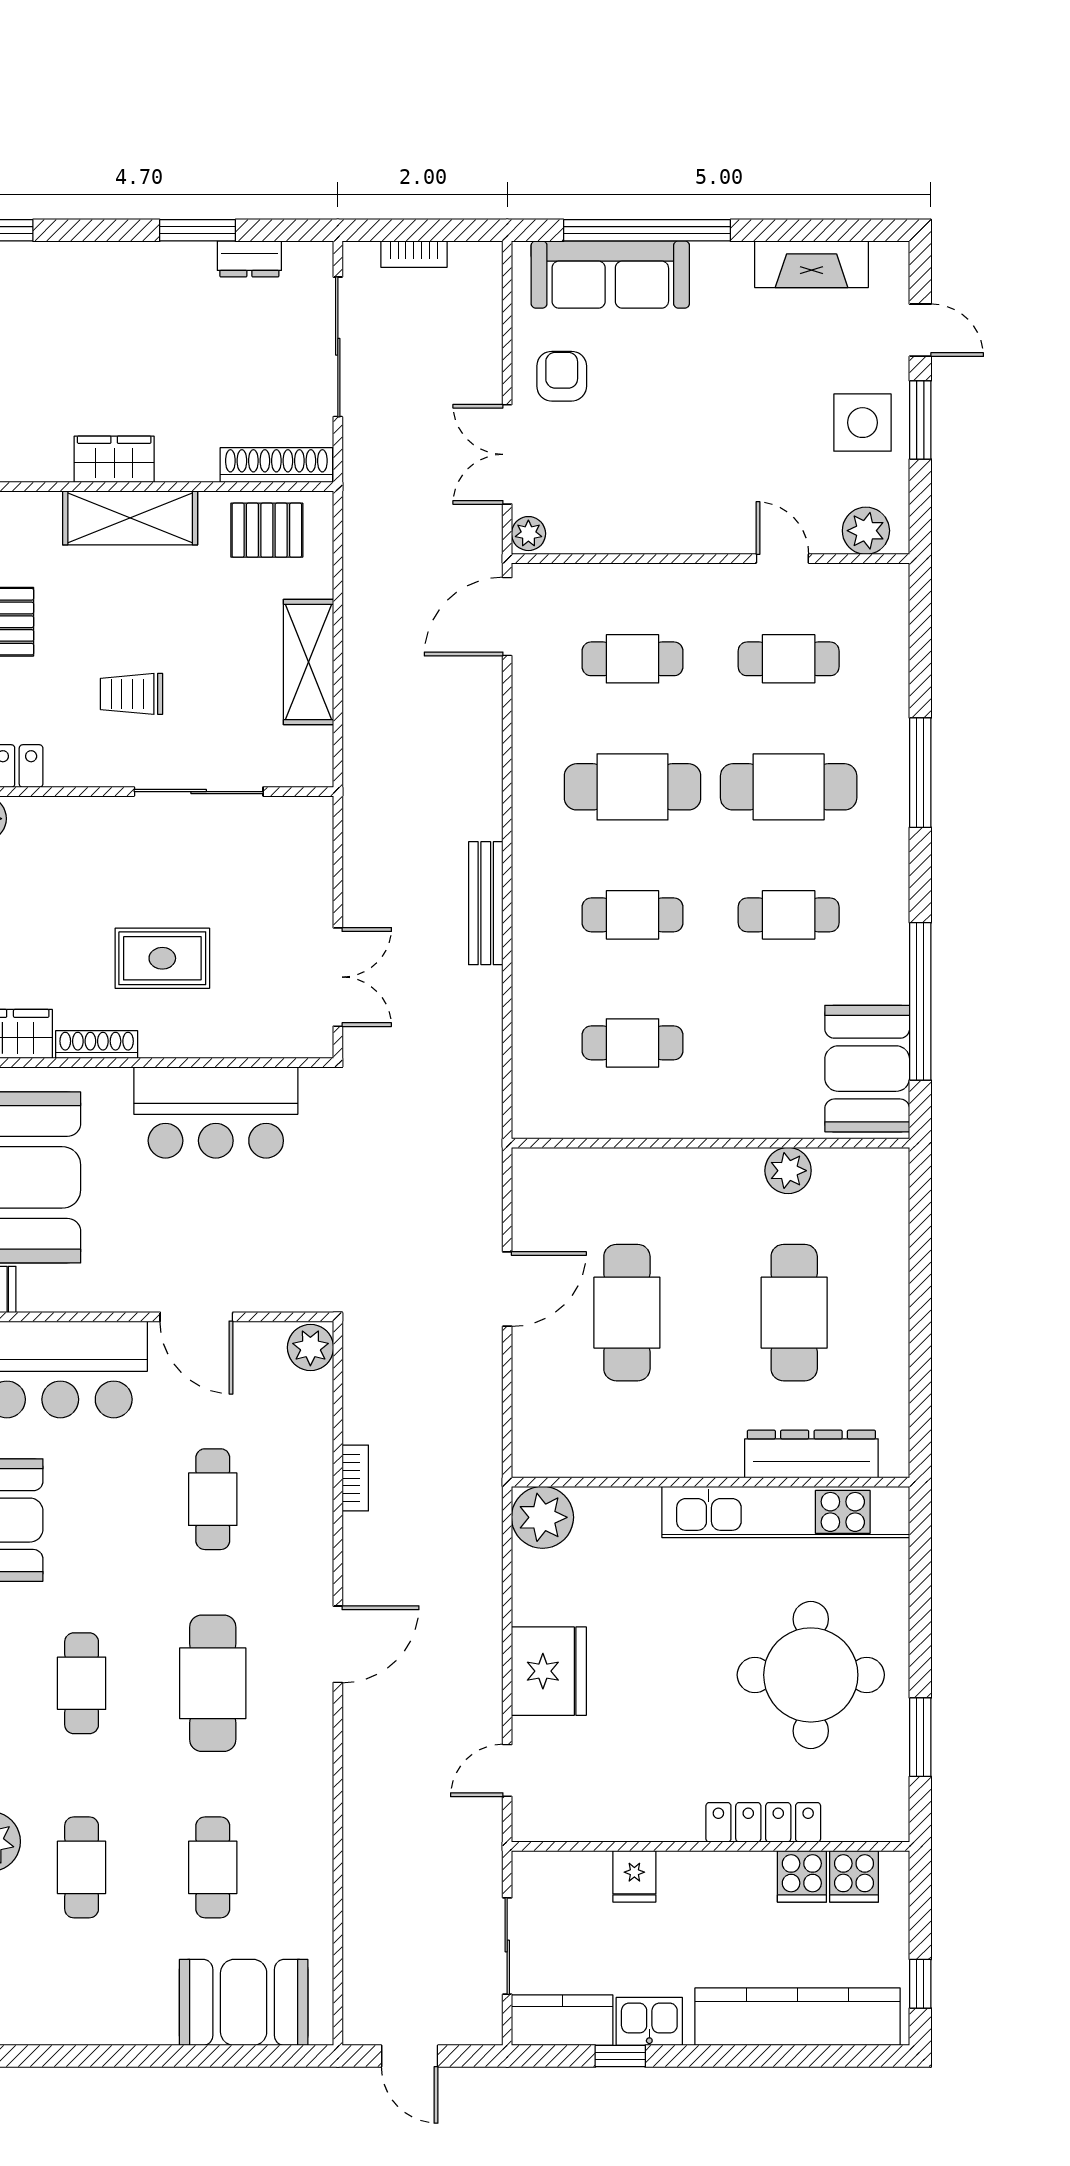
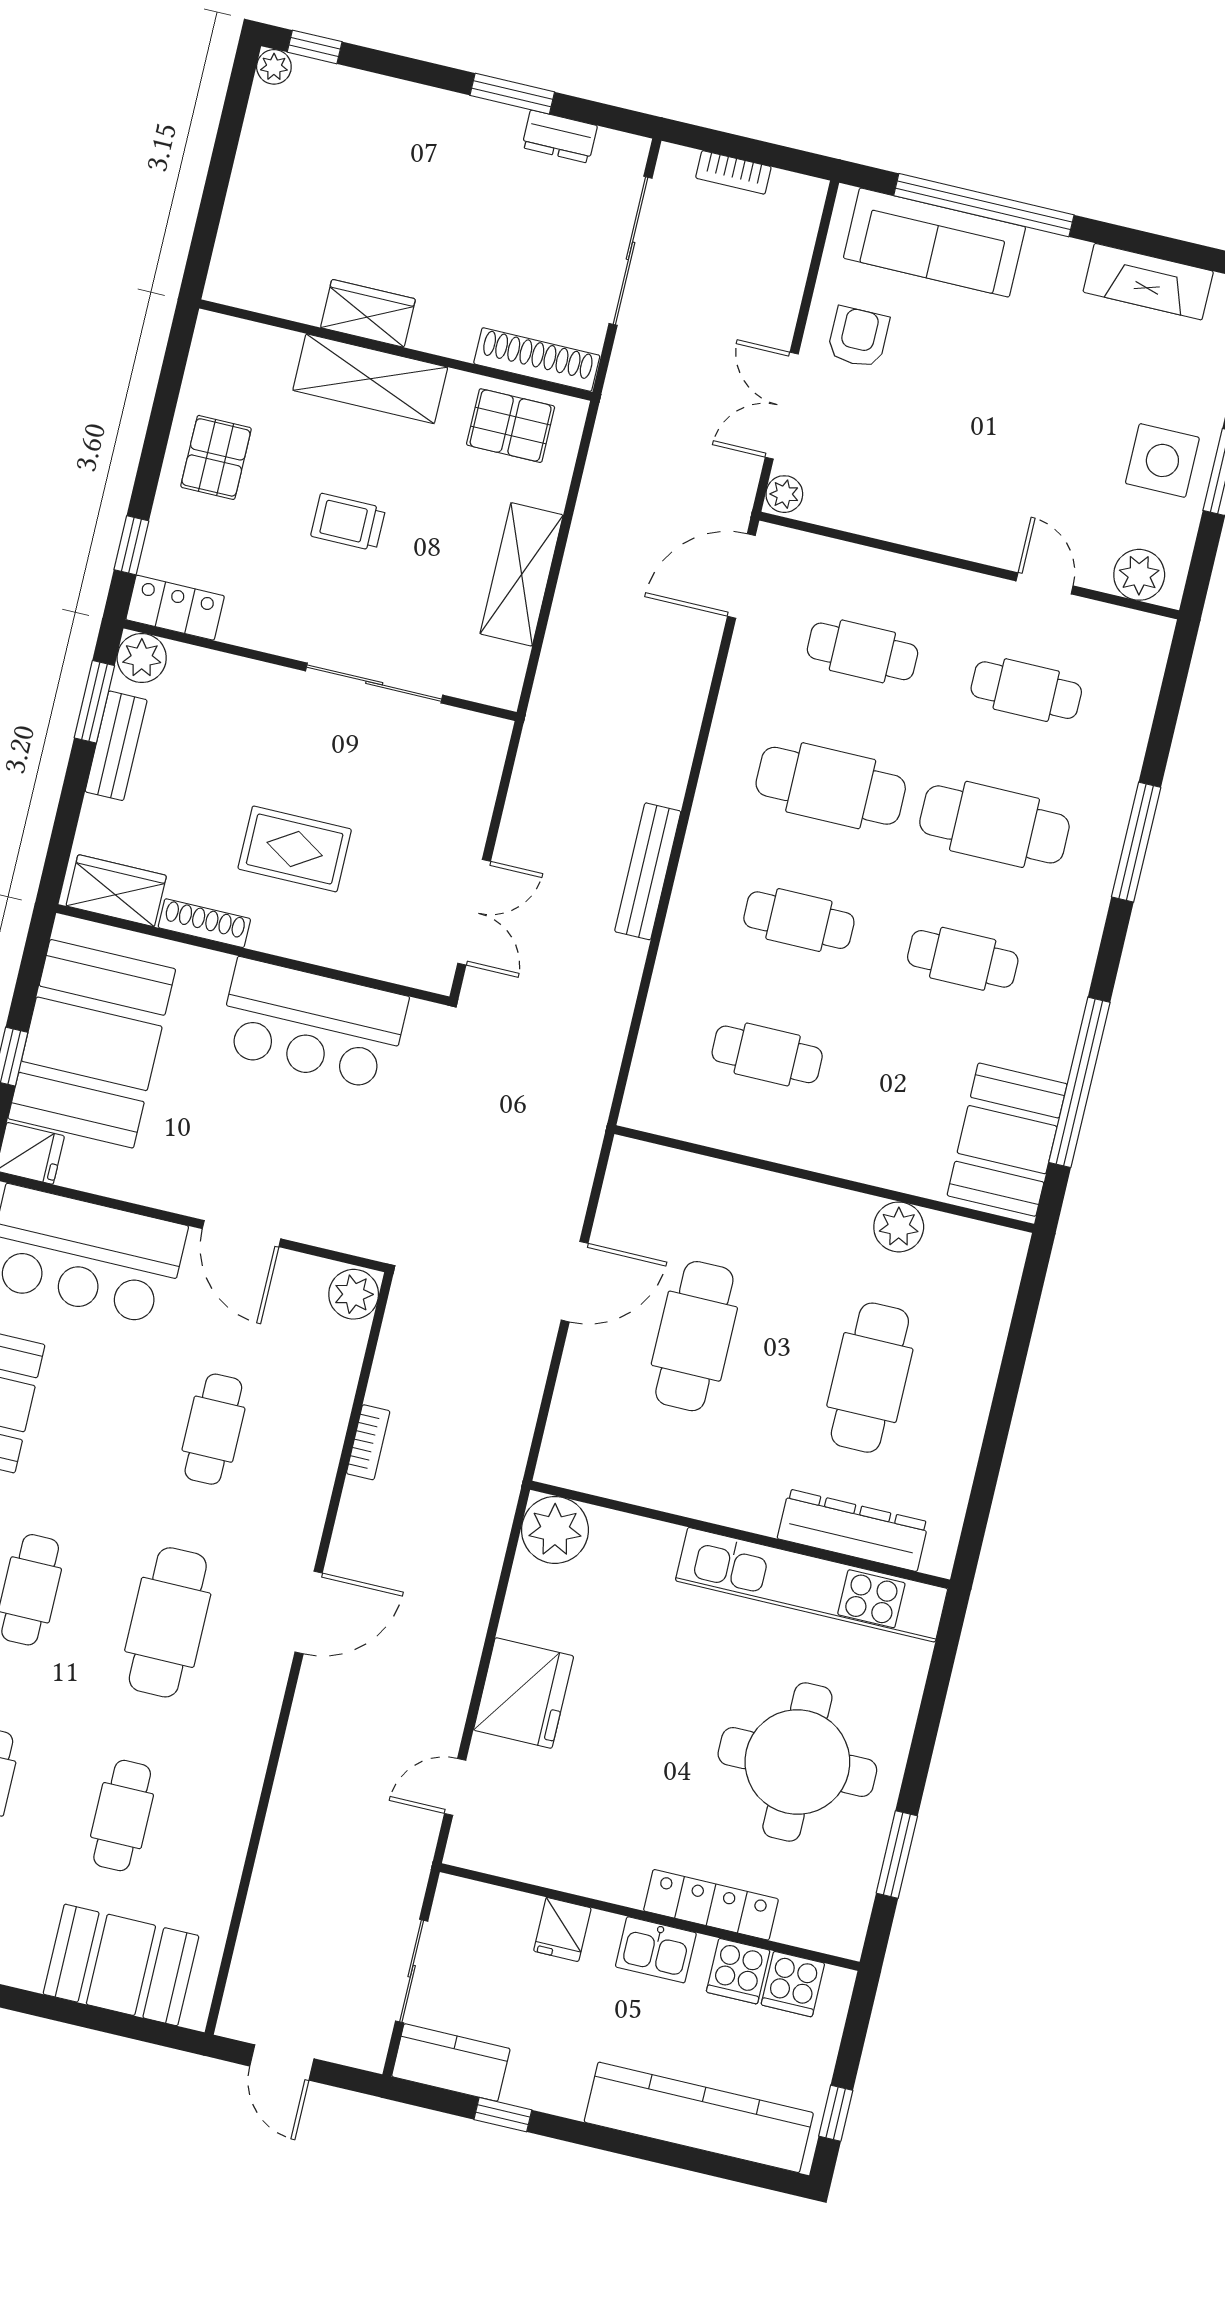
trolley: (132, 694) -> (348, 522), moved
kitchen sink: (649, 2021) -> (656, 1950), moved, turned 180

